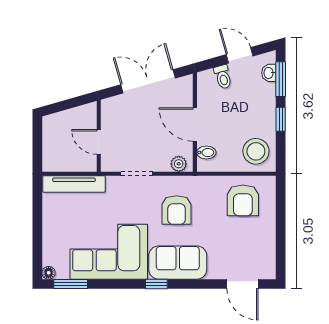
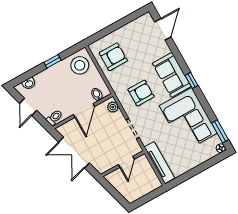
toilet: (223, 77) -> (54, 118), moved
window: (281, 79) -> (29, 75), removed

